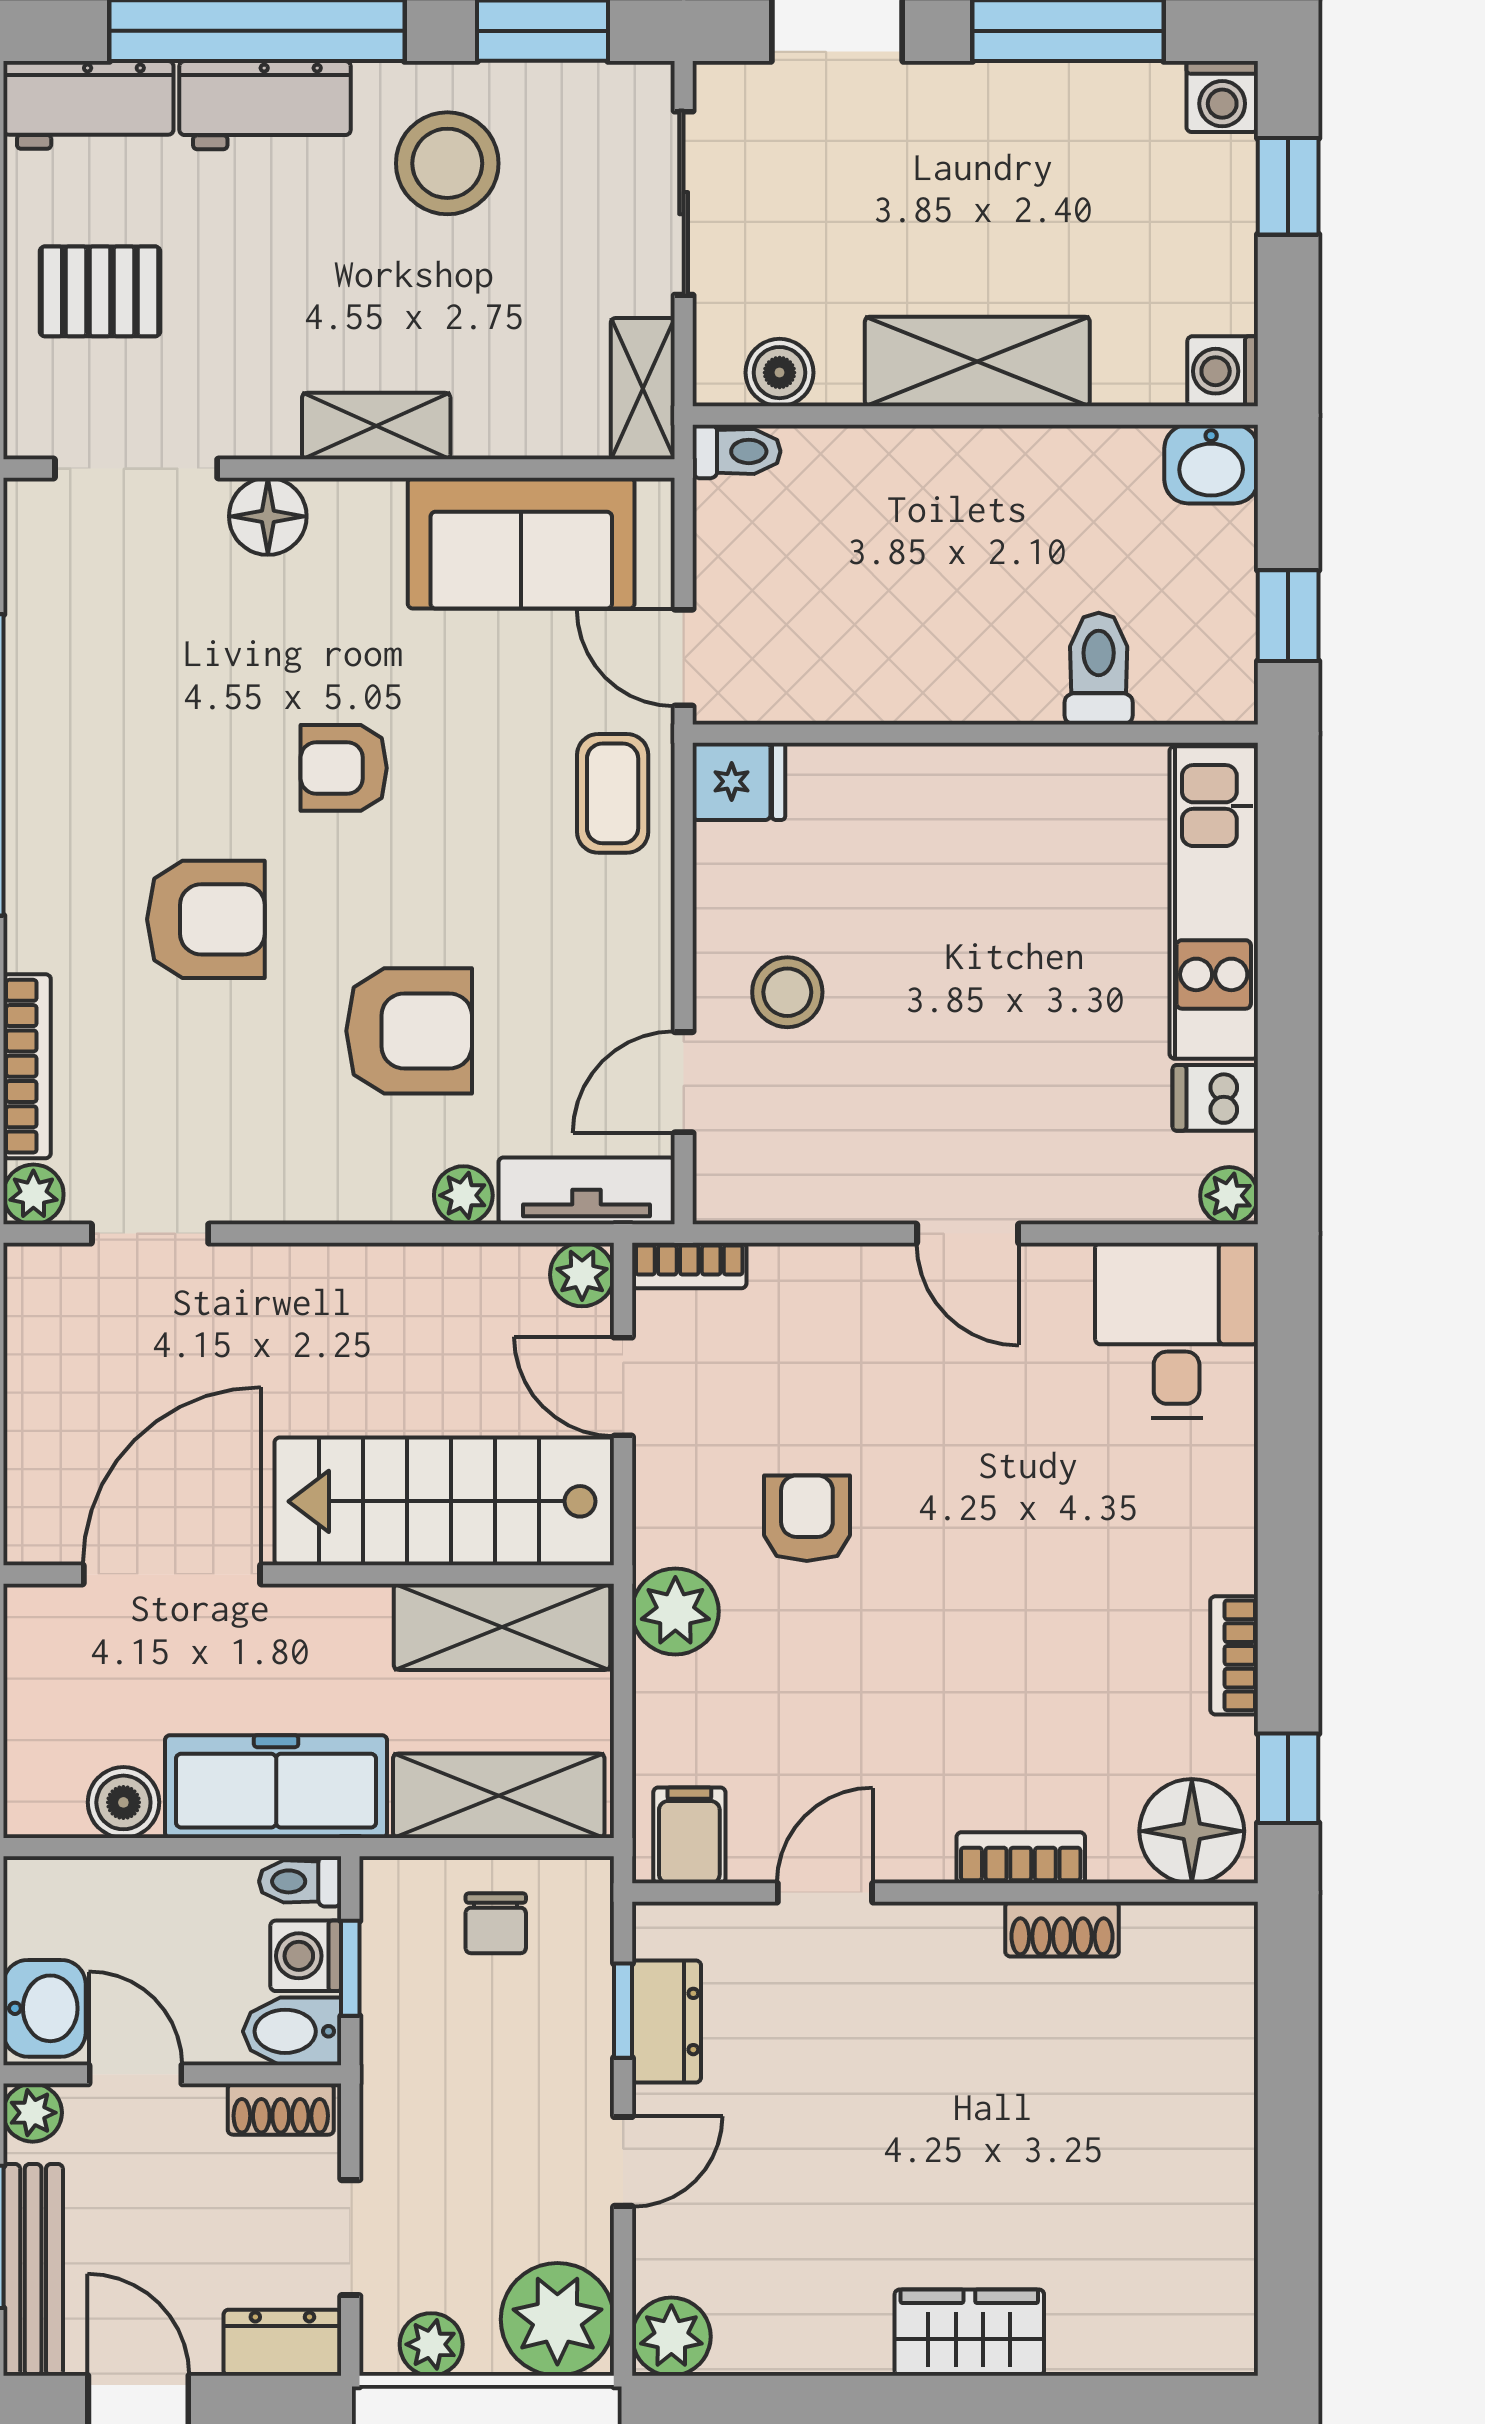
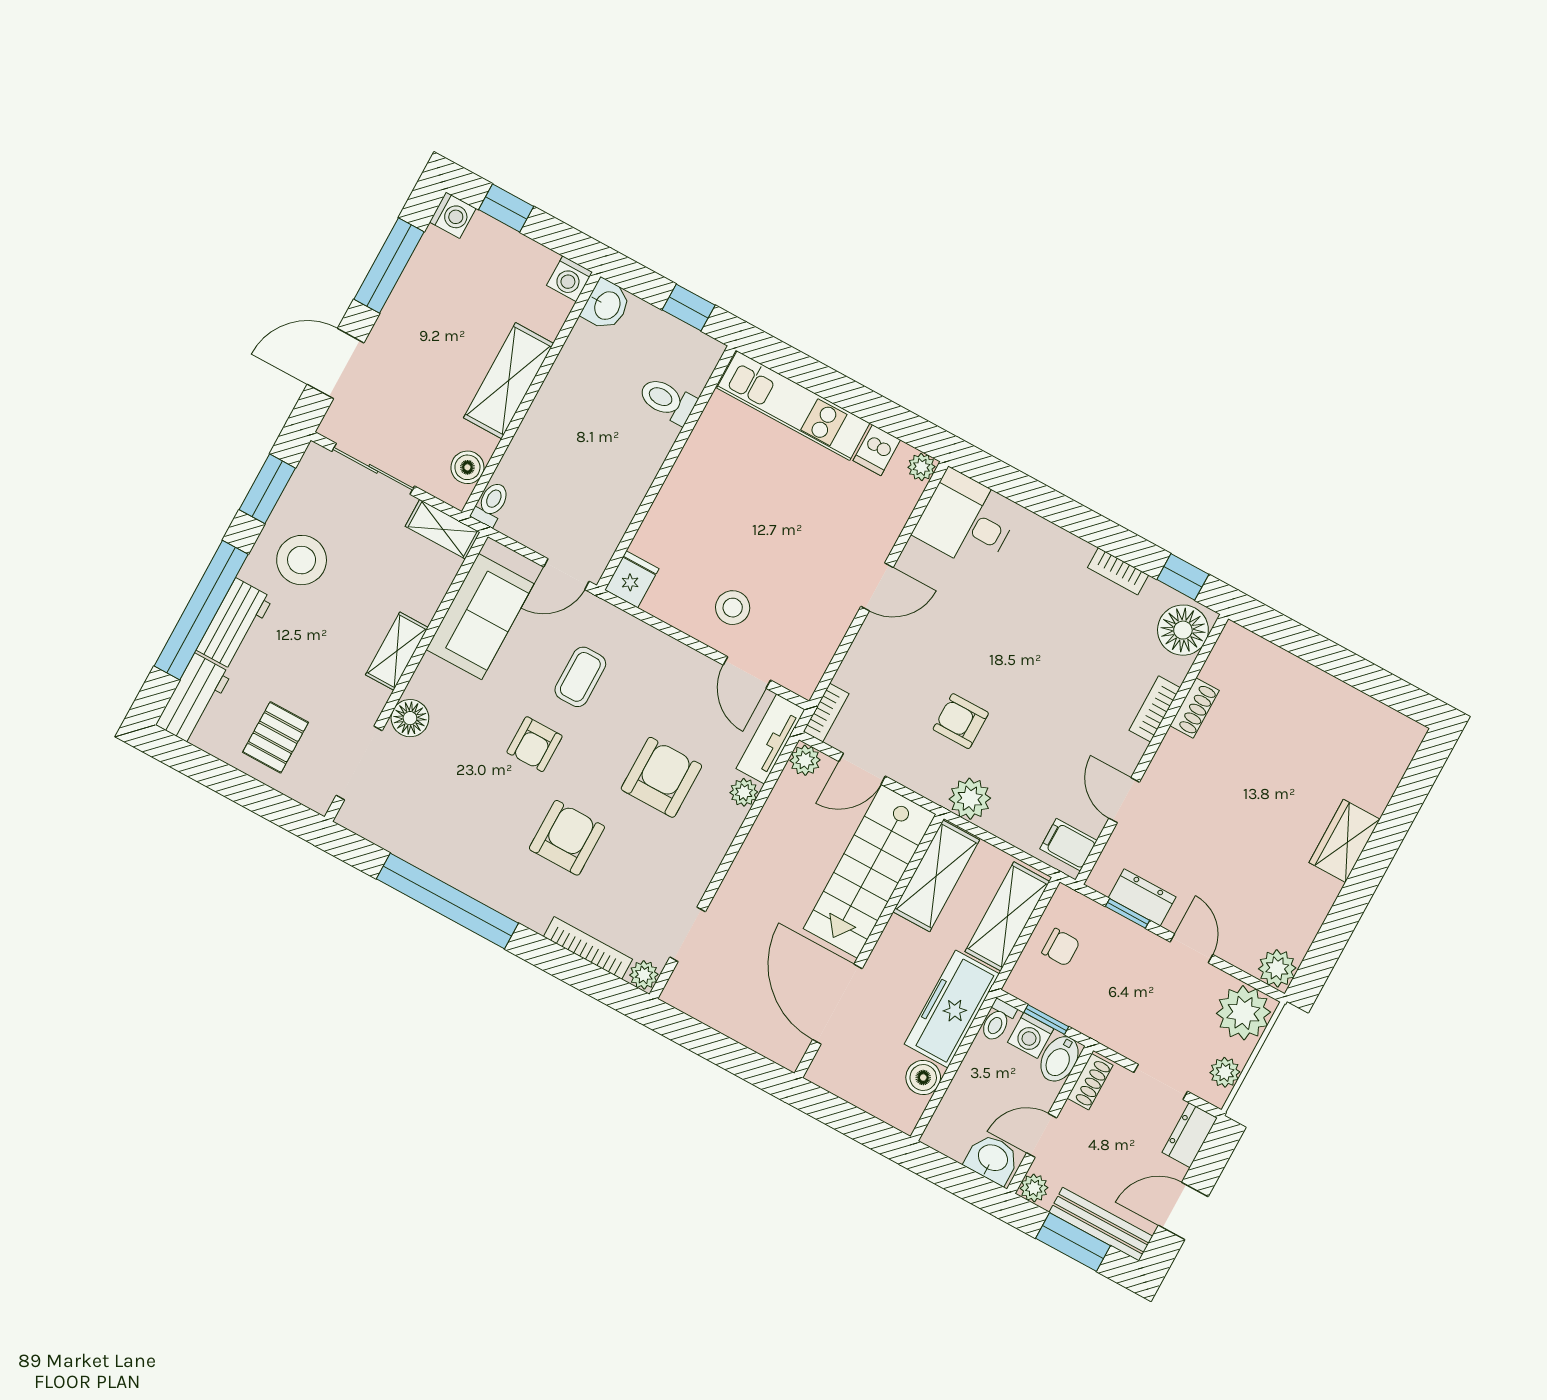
coffee table: (613, 793) -> (580, 677), moved, turned 90

